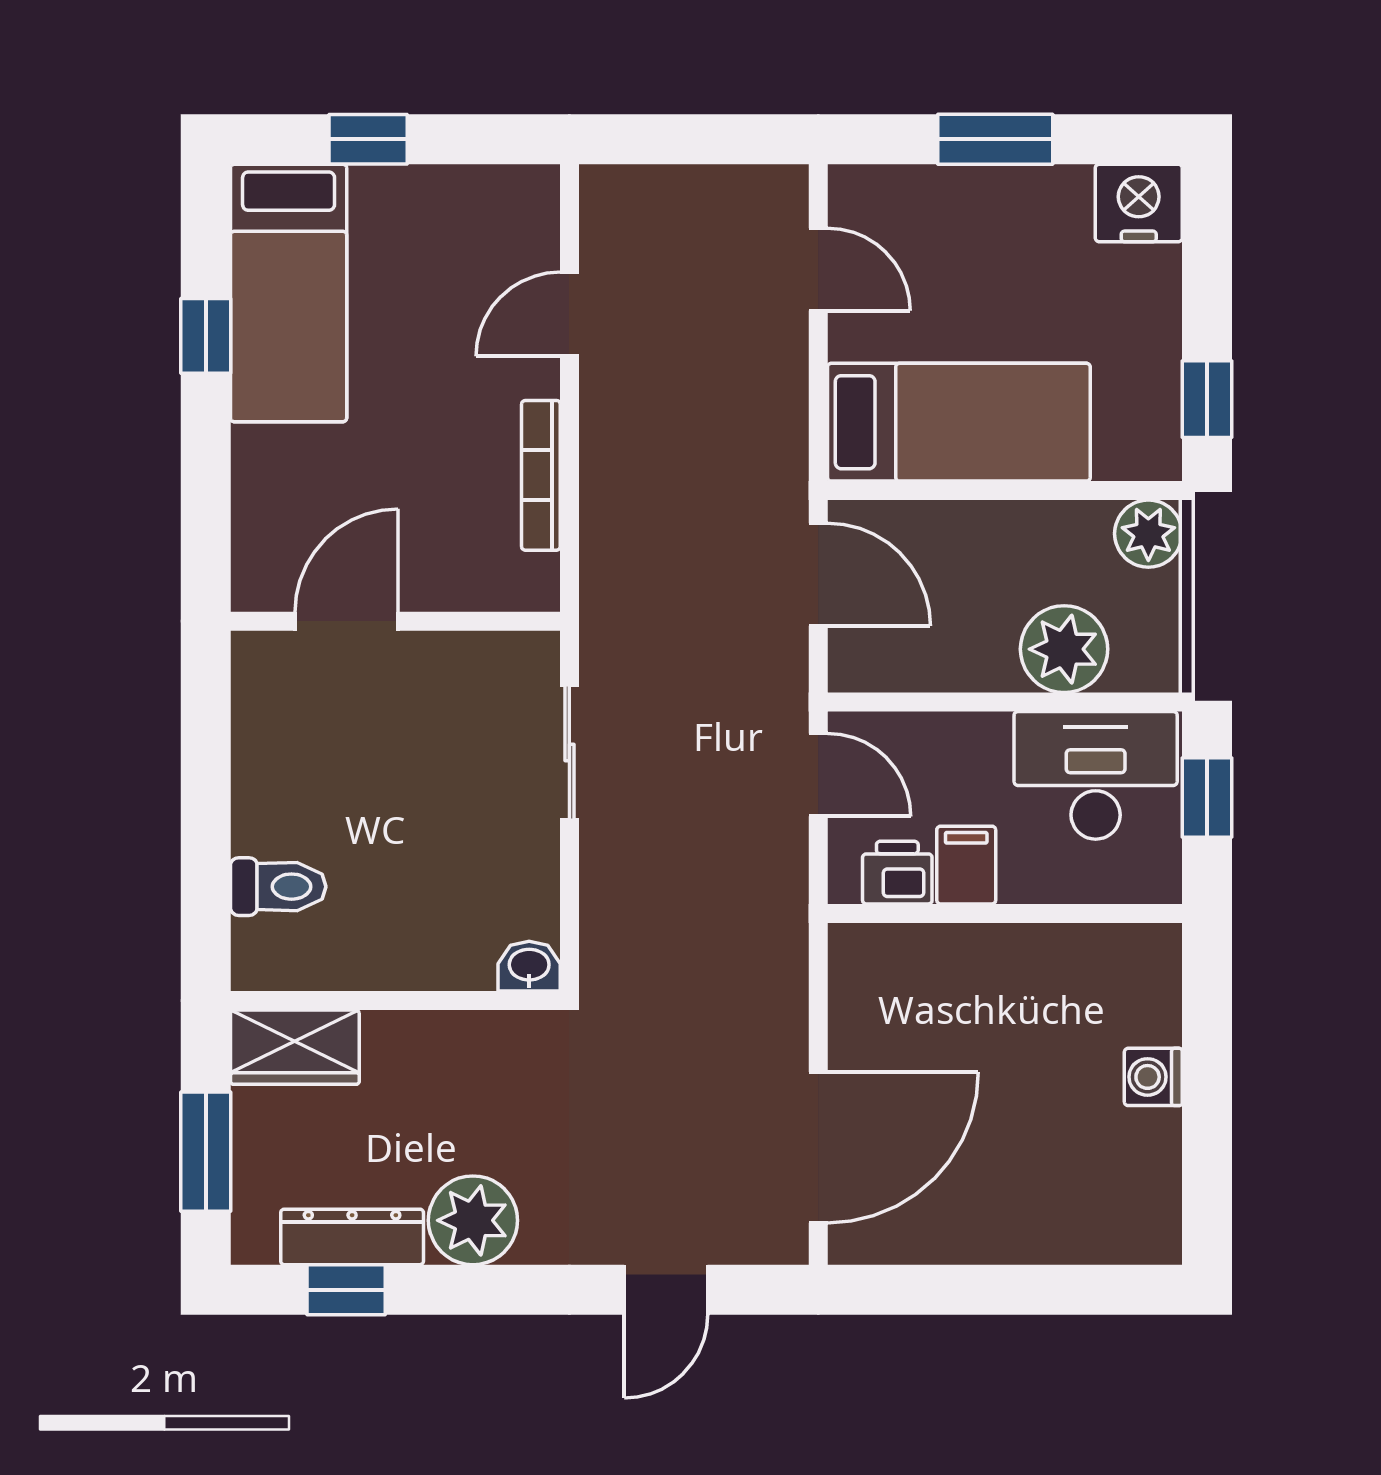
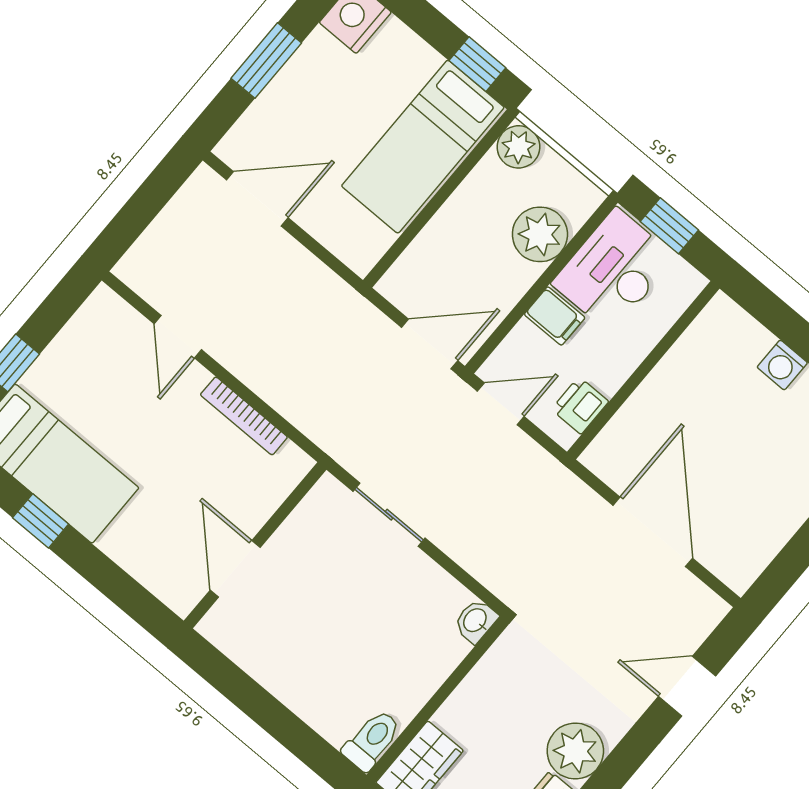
door: (818, 269) -> (257, 199), width x1.38
bed: (959, 422) -> (423, 147), moved, turned 180
door: (818, 574) -> (430, 344), moved
filing cabinet: (966, 865) -> (555, 316), moved, turned 180
toilet: (278, 887) -> (372, 740), moved
door: (818, 1147) -> (653, 532), moved
door: (666, 1290) -> (687, 686), swing flipped

